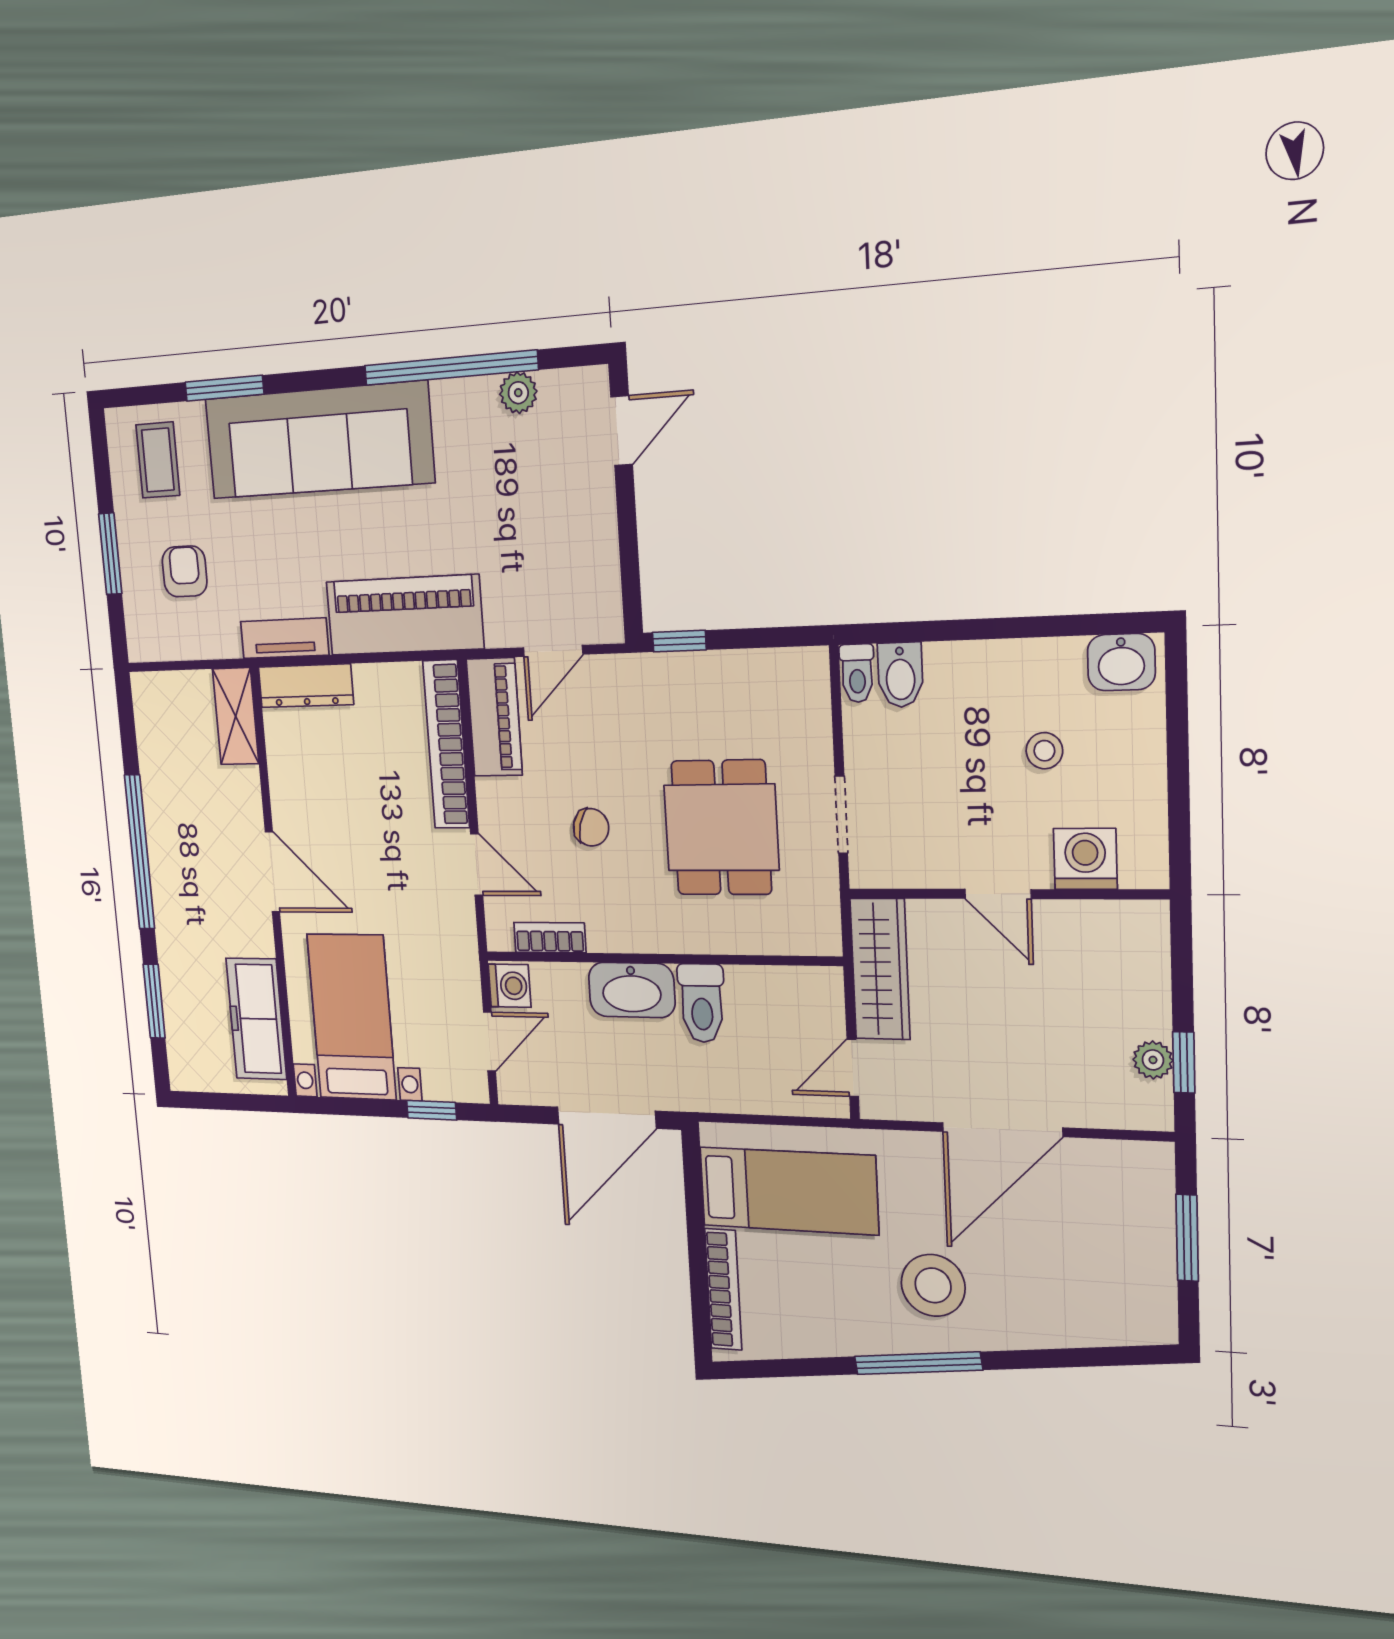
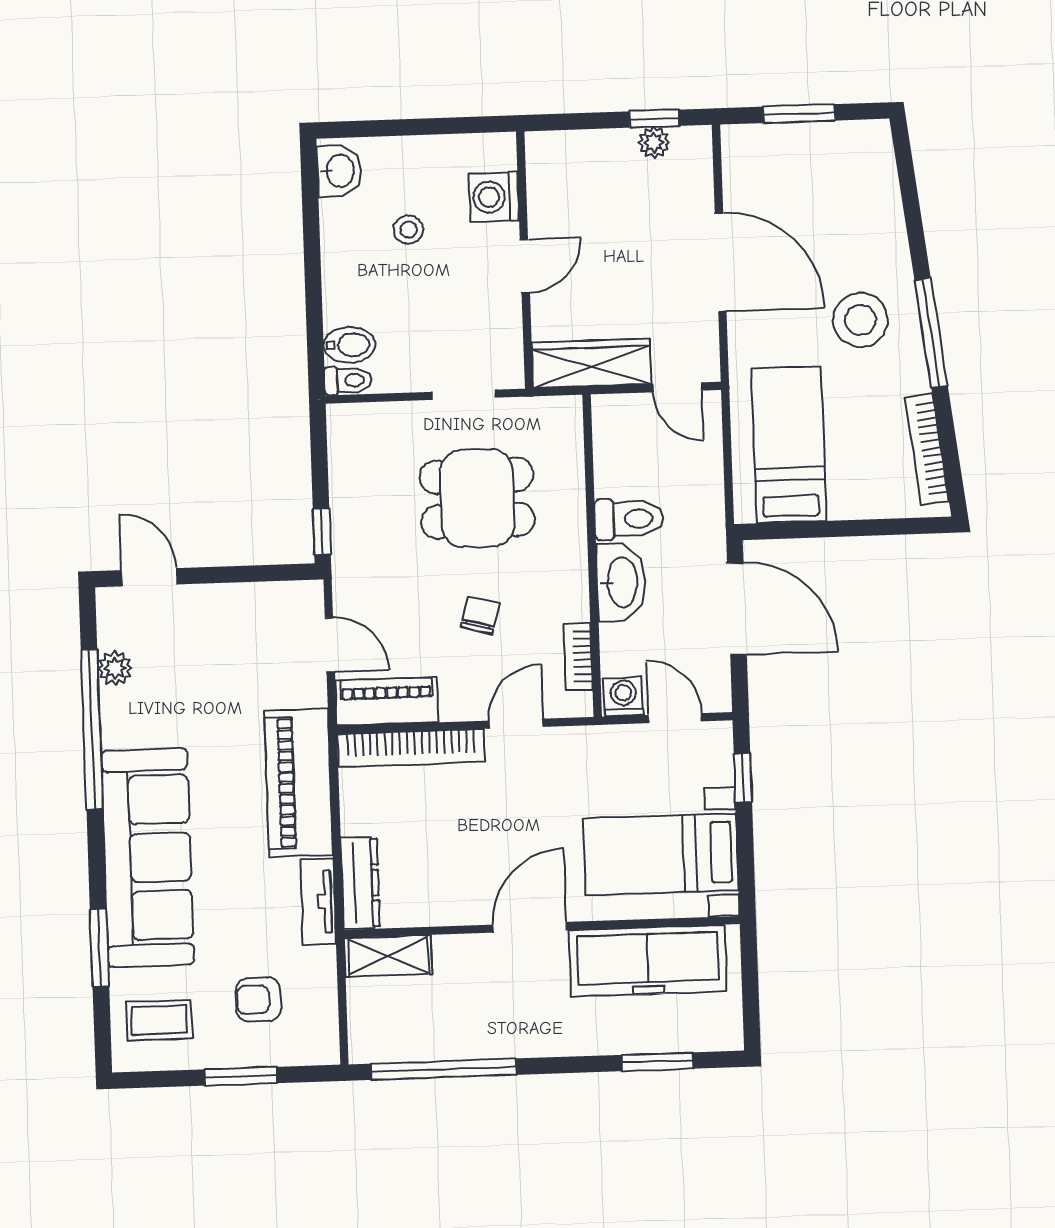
window: (140, 852) -> (444, 1069), moved
freezer: (256, 1019) -> (648, 961), width x1.36, depth x1.26
bookcase: (723, 1289) -> (927, 449), moved, turned -97

